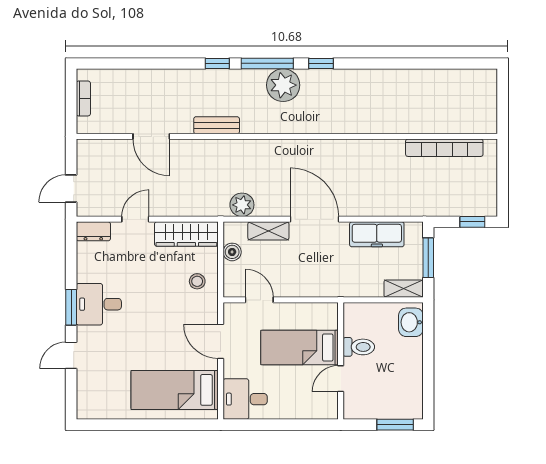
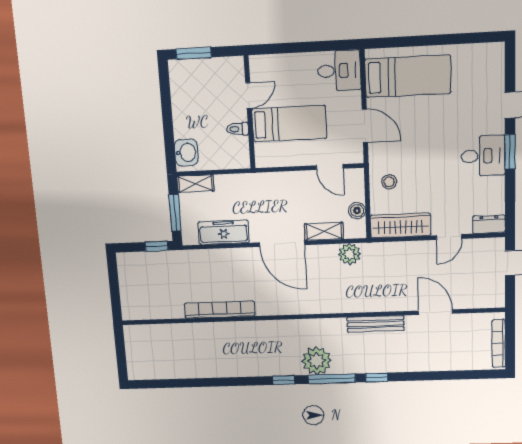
bookcase: (83, 98) -> (499, 343), width x1.56
bench: (217, 125) -> (376, 324), width x1.36
bookcase: (444, 148) -> (220, 310), moved
window: (472, 222) -> (156, 246), moved
toilet: (359, 347) -> (238, 129), width x0.73, depth x0.72

